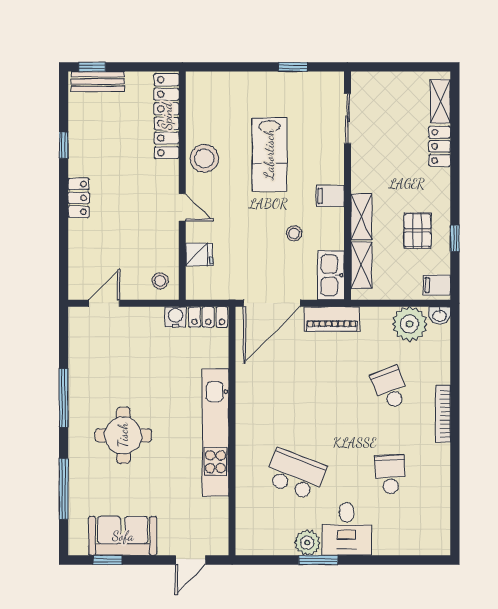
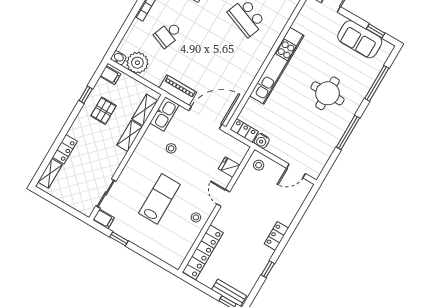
stool: (204, 158) -> (196, 217), width x0.53, depth x0.53
filing cabinet: (330, 196) -> (104, 219), moved
school desk: (390, 388) -> (168, 34), turned 42

